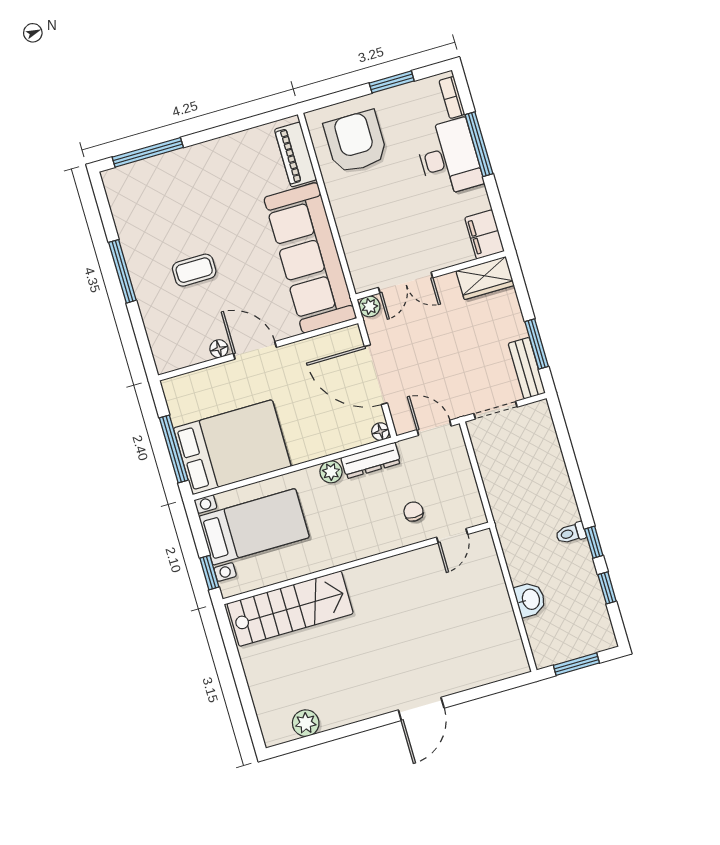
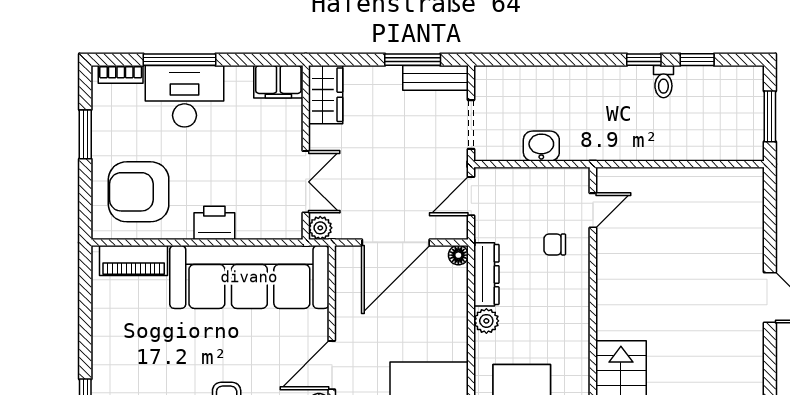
printer: (348, 214) -> (214, 223), added
toilet: (571, 533) -> (663, 82), moved
door: (452, 536) -> (593, 210), hinge flipped
washbasin: (530, 599) -> (541, 146), moved

